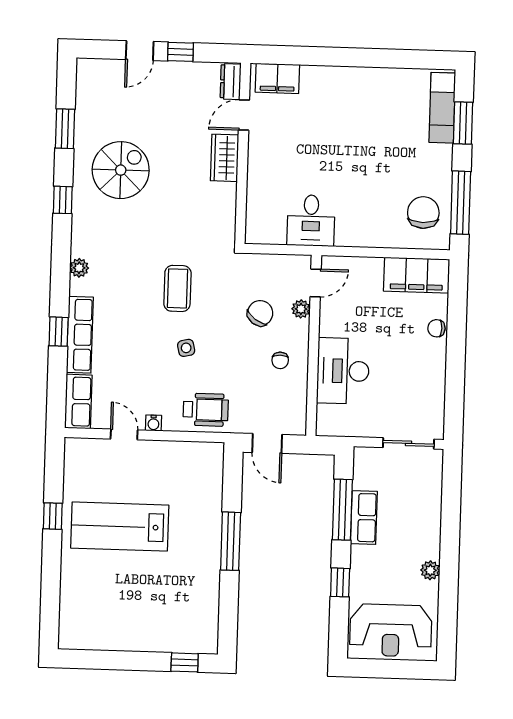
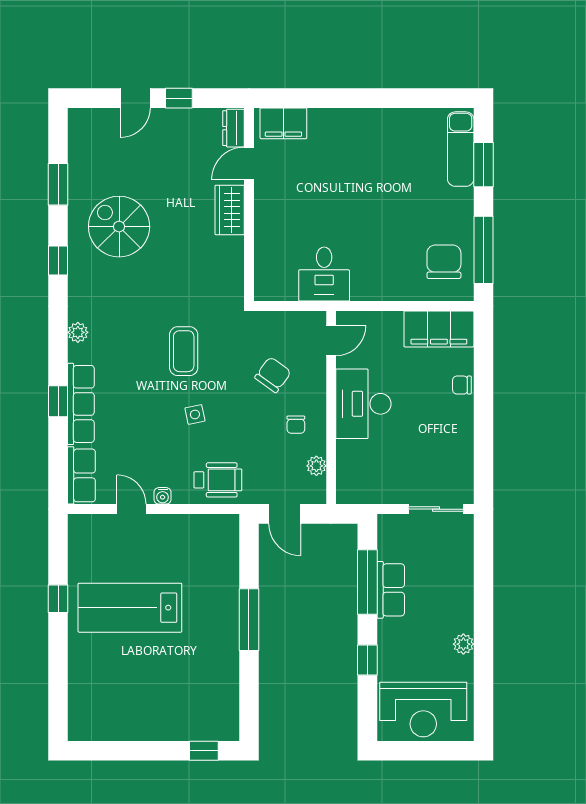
spiral stairs: (121, 170) -> (119, 227), turned -90
plant: (301, 309) -> (316, 466), moved
desk: (343, 371) -> (363, 404), moved

